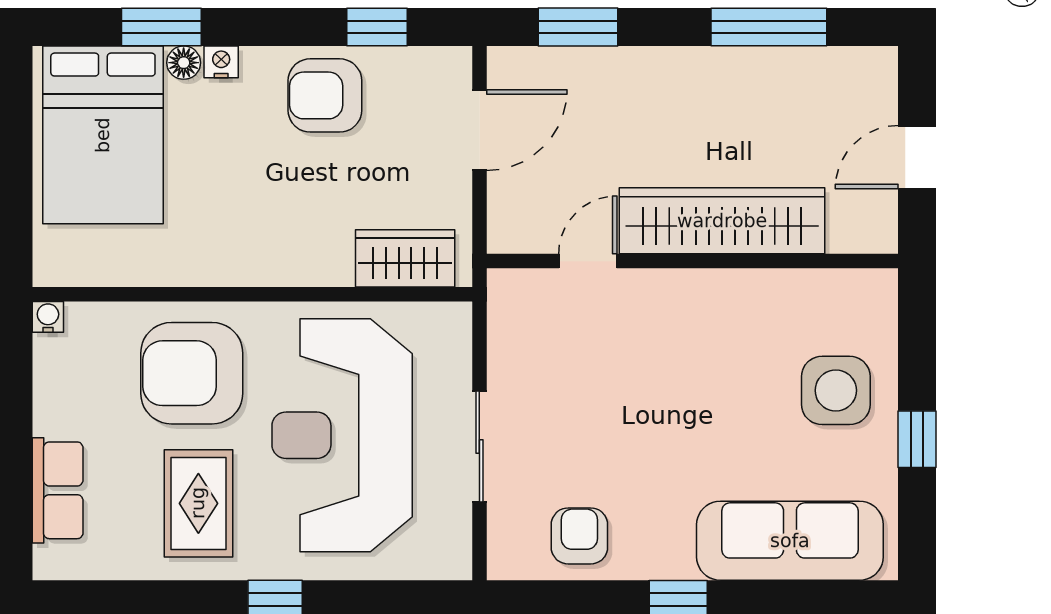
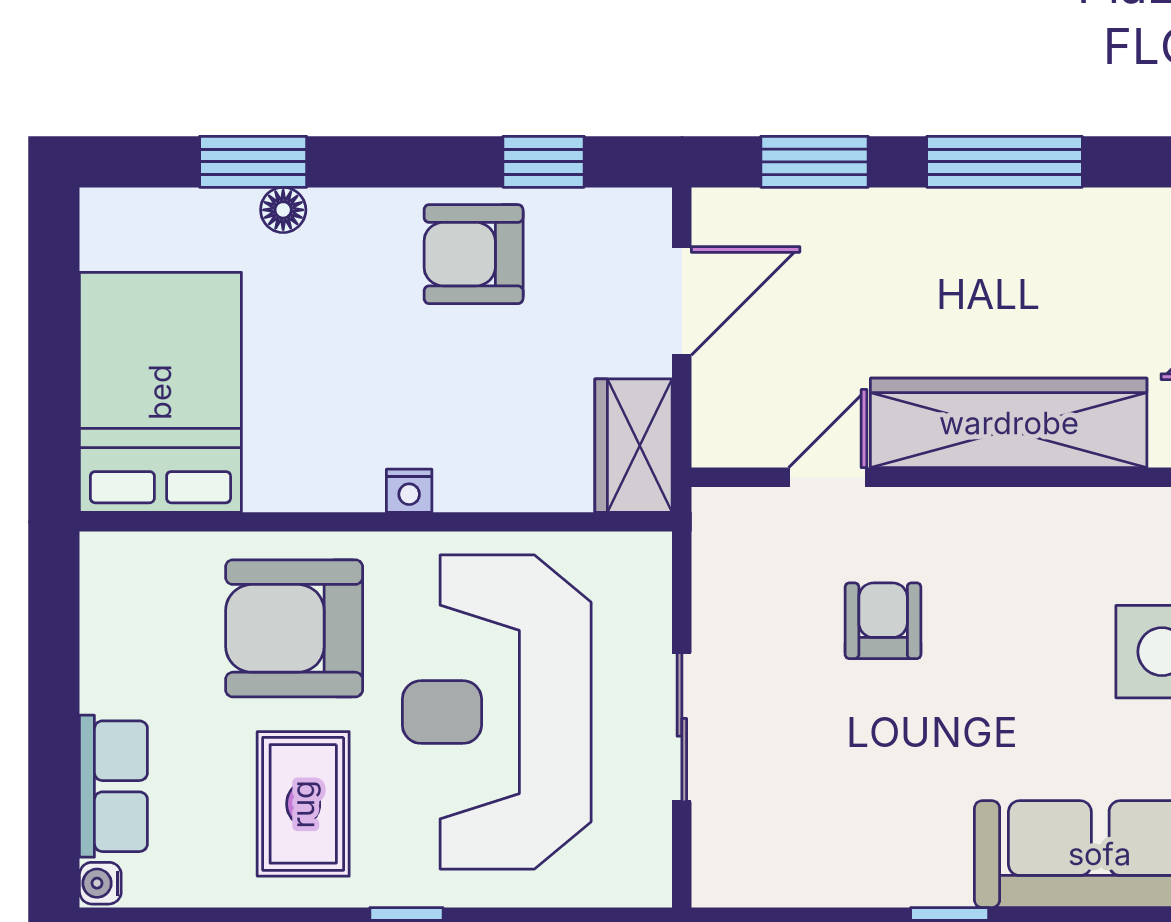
window: (769, 27) -> (1004, 162), moved
nightstand: (221, 62) -> (409, 491), moved, turned 180
bed: (103, 135) -> (160, 392), moved, turned 180
wardrobe: (405, 258) -> (634, 446), moved, turned -90
water cooler: (48, 317) -> (100, 883), moved, turned -90
armchair: (579, 536) -> (883, 621), moved

